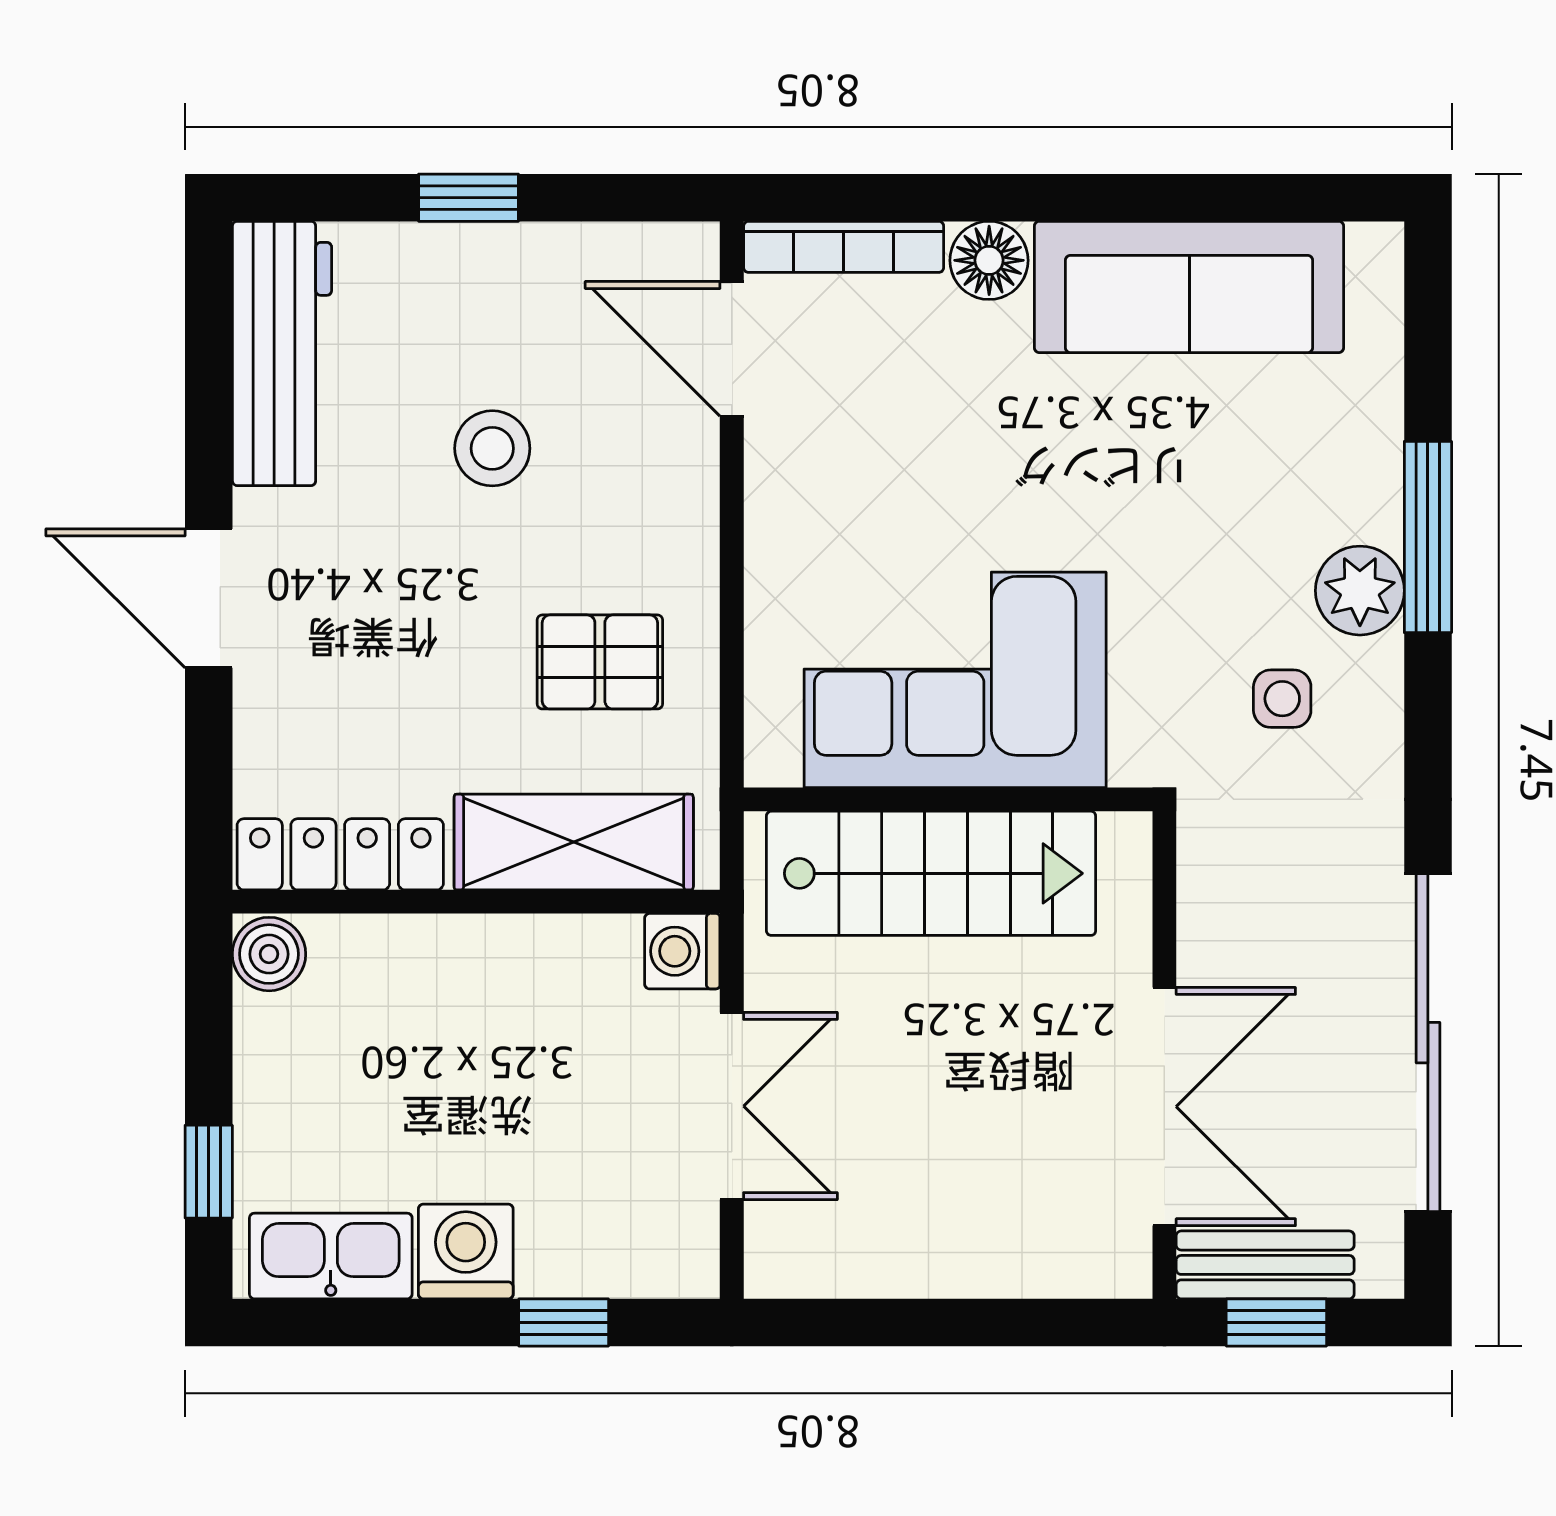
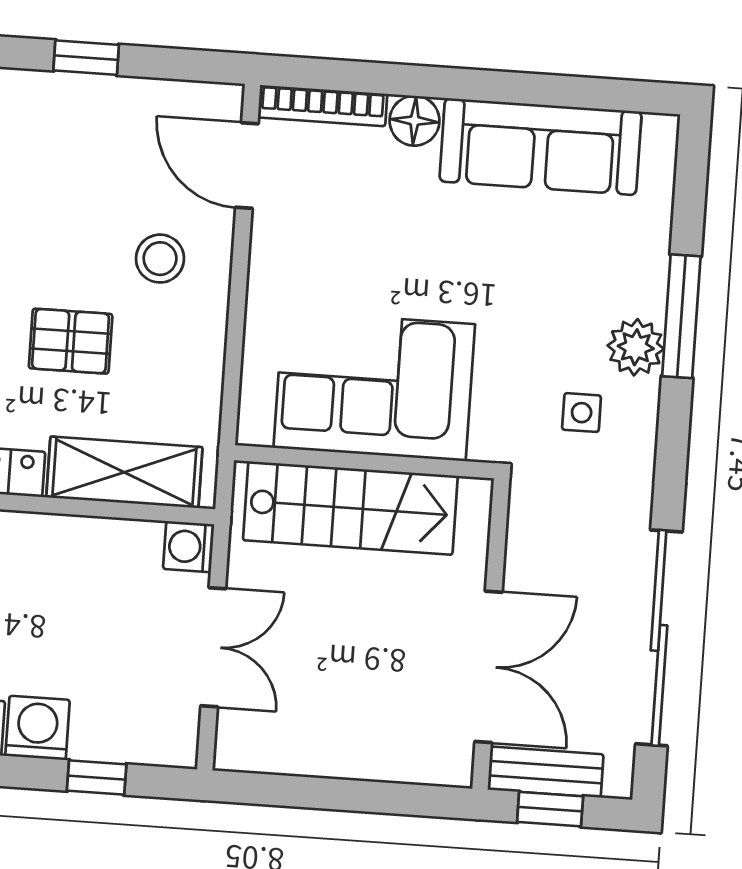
stool: (492, 448) -> (160, 259), moved
pallet: (600, 662) -> (71, 341), moved

